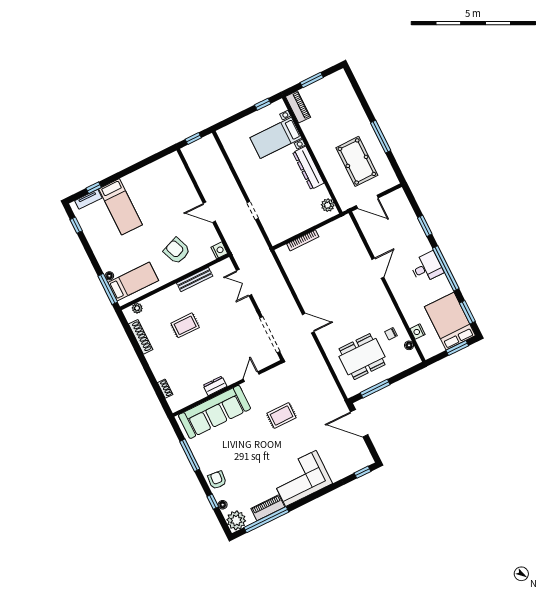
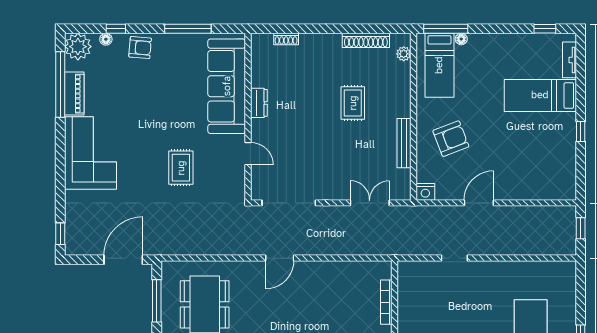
window: (94, 188) -> (581, 132), moved

